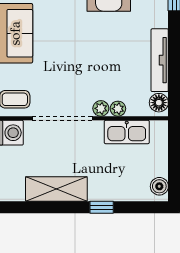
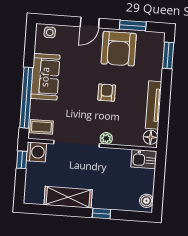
armchair: (97, 48) -> (107, 93), added
plant: (118, 109) -> (119, 140), removed
kitchen sink: (127, 132) -> (144, 159), moved, width x0.73

